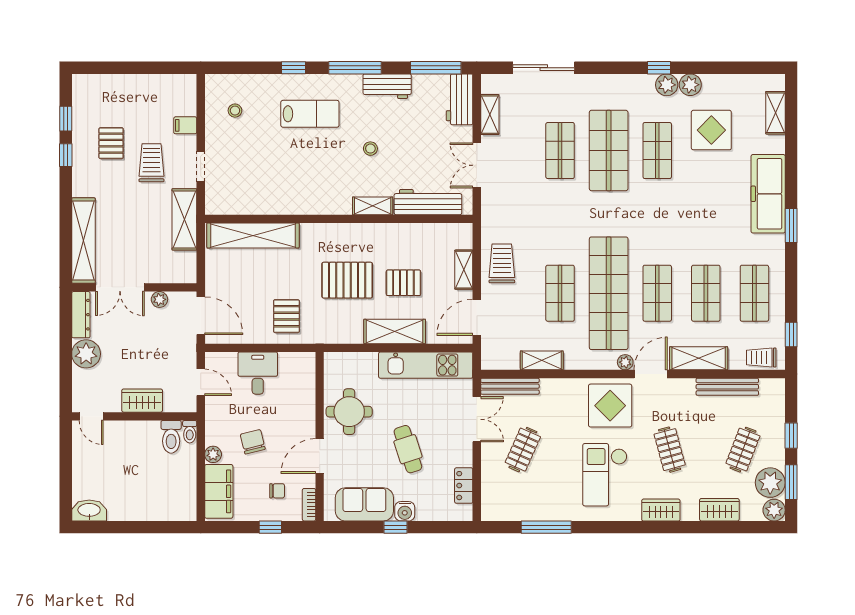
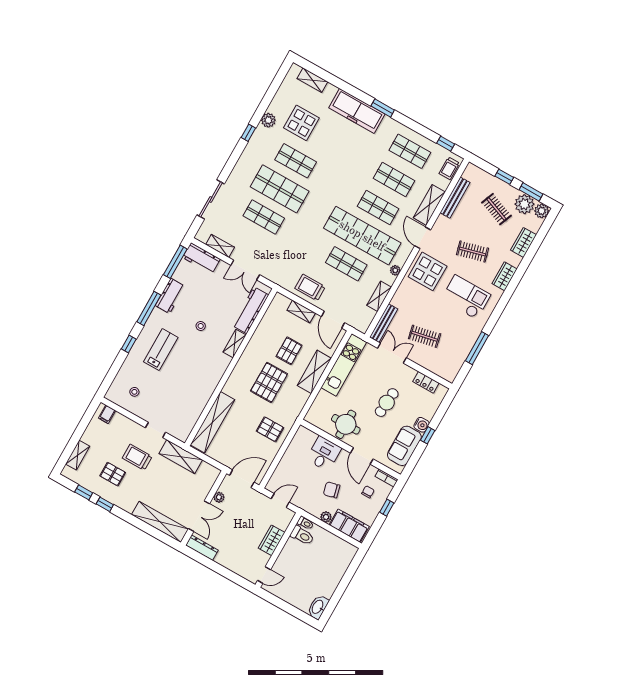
shelving: (110, 83) -> (78, 455), added
plant: (667, 85) -> (261, 134), removed
filing cabinet: (185, 125) -> (107, 414), moved
plant: (86, 354) -> (226, 557), removed
plant: (625, 362) -> (395, 270), moved
desk: (258, 373) -> (324, 454), moved, turned 90
cafe table: (408, 449) -> (387, 403), turned -67
clothes rail: (523, 450) -> (425, 336), turned -36
checkout: (605, 475) -> (466, 297), turned 180

